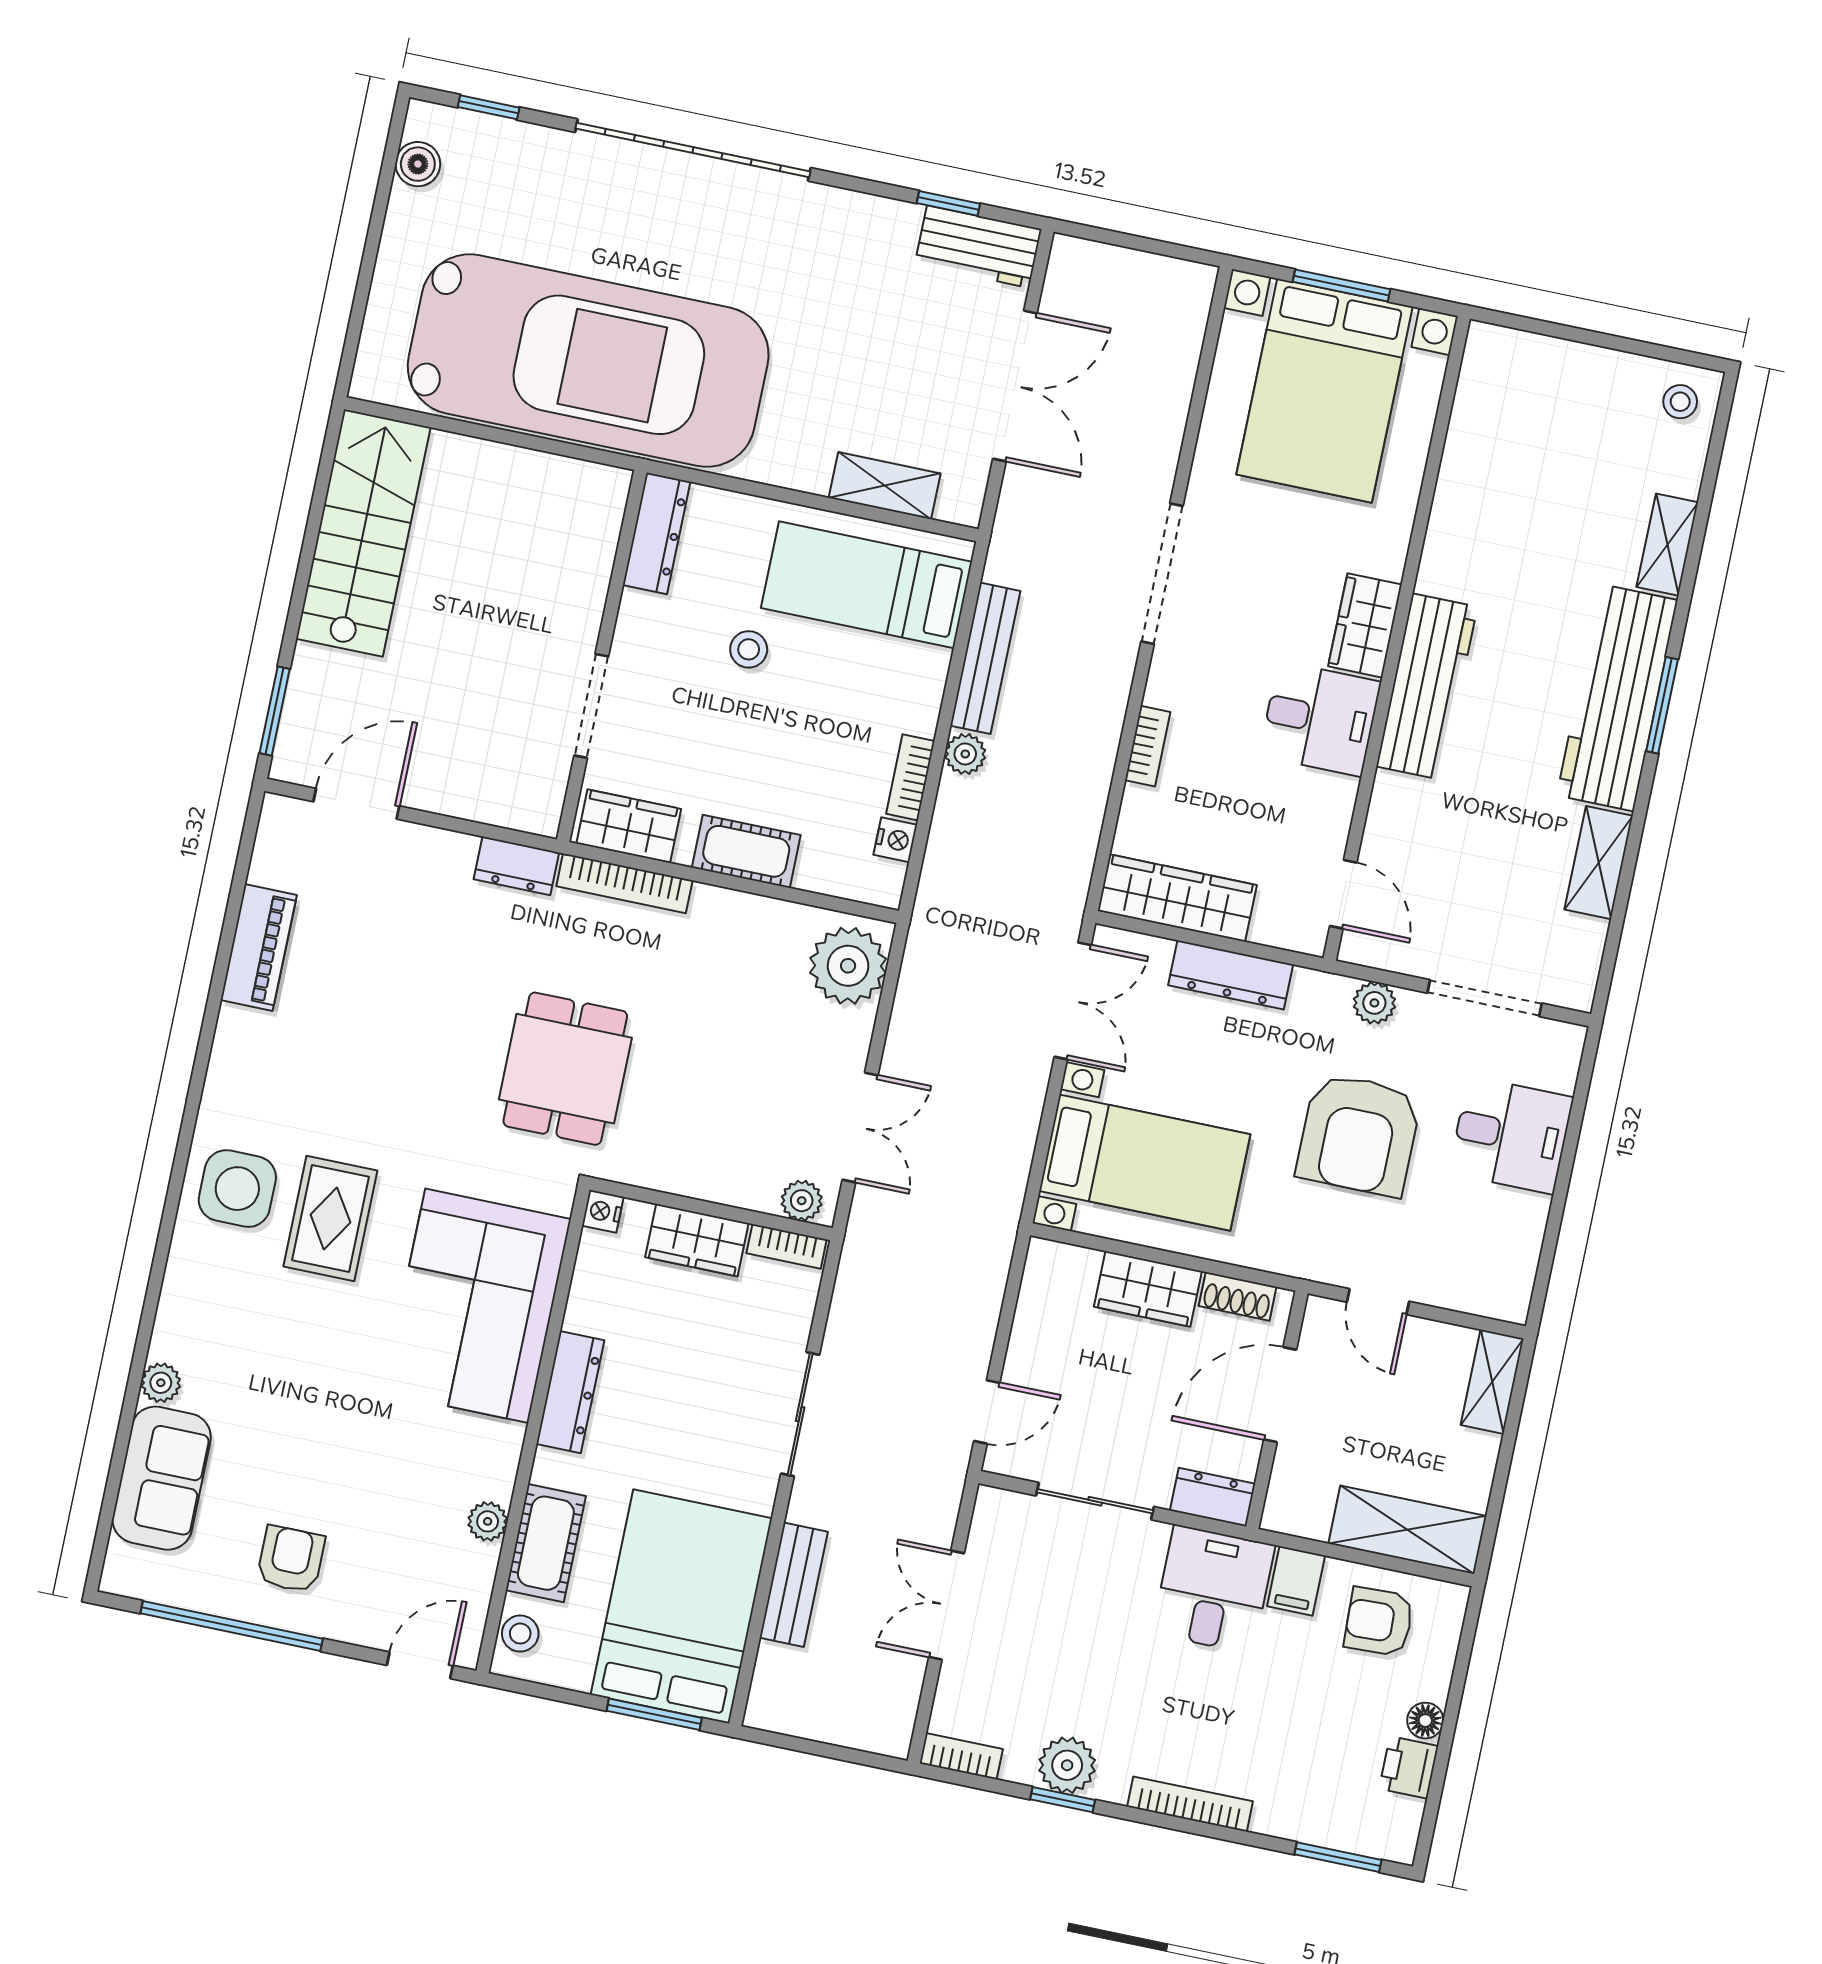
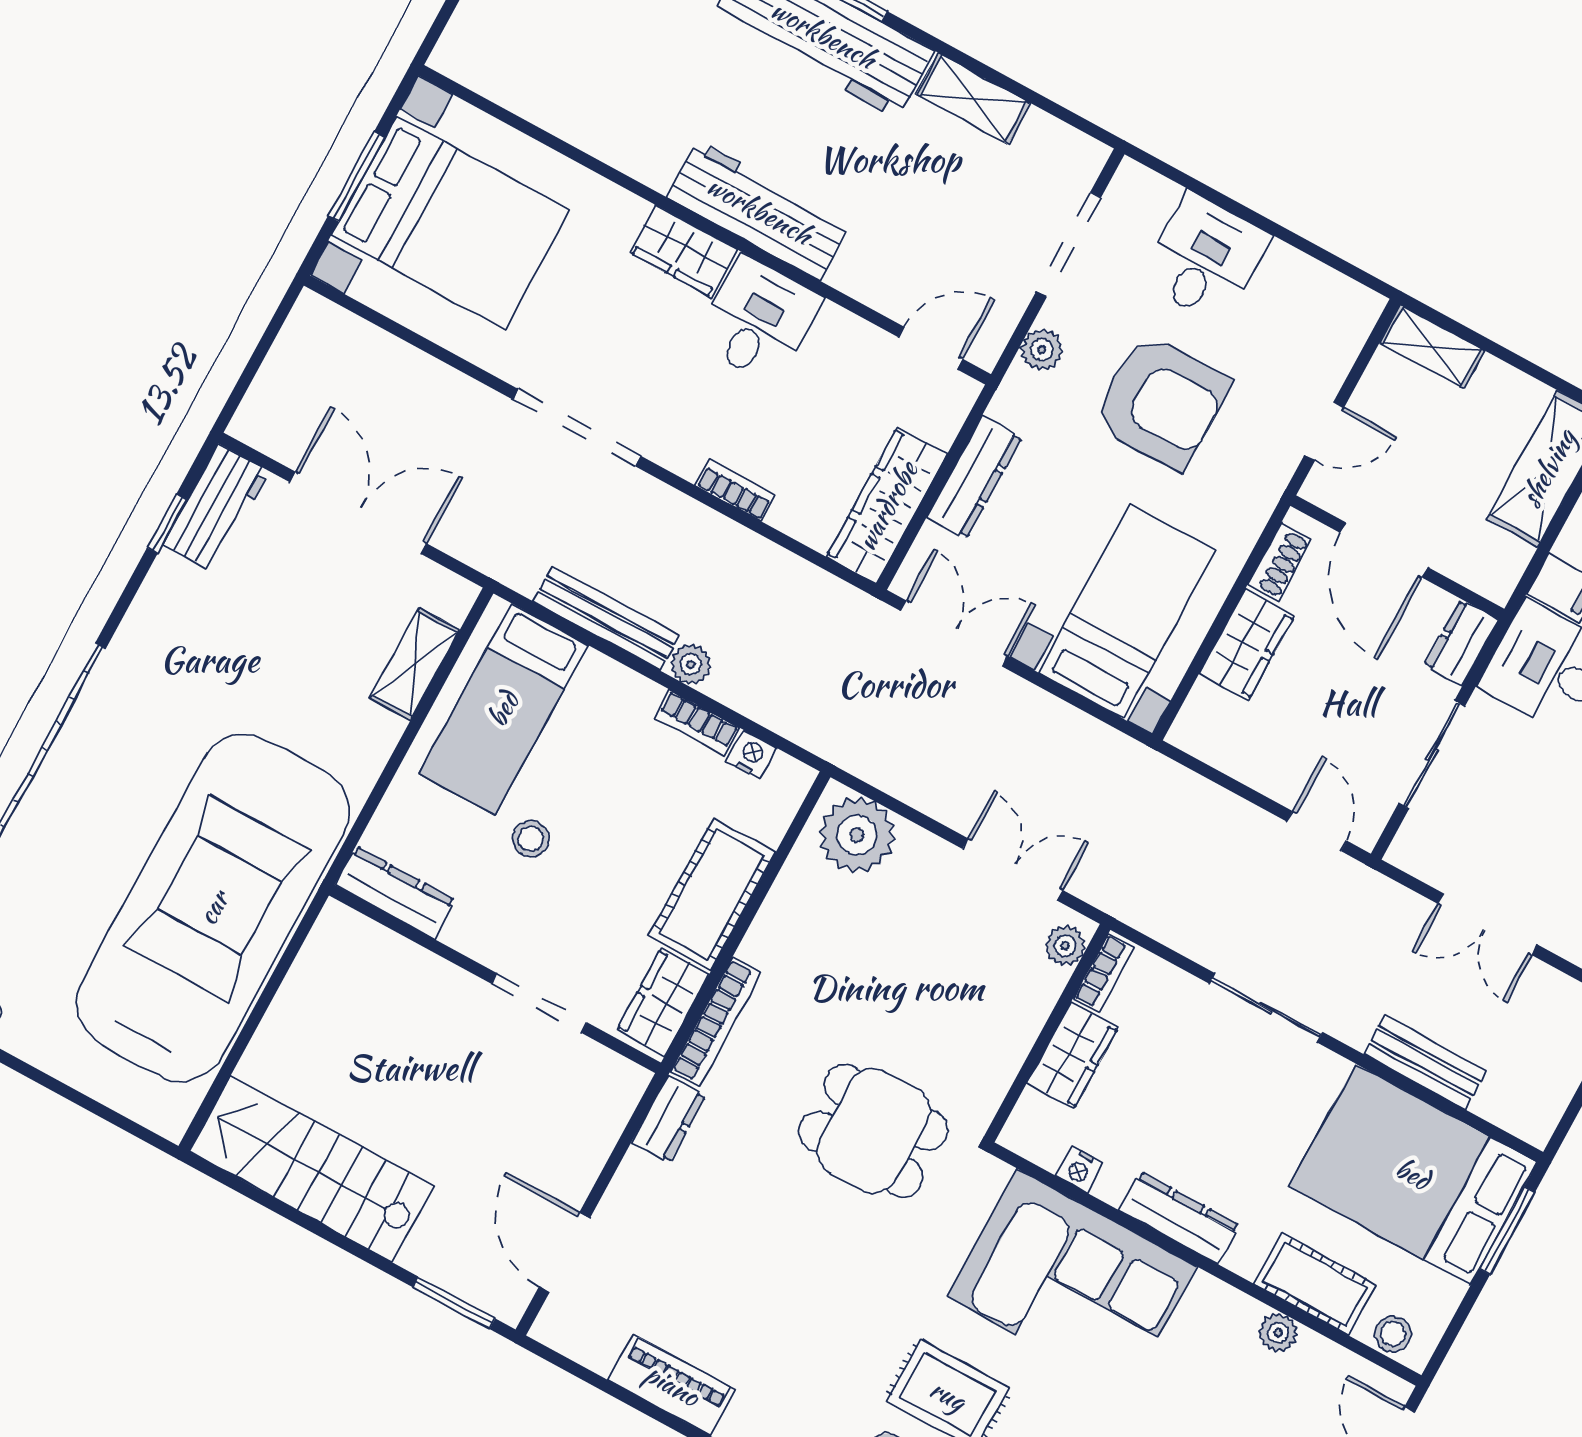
cot: (746, 851) -> (712, 894), width x1.37, depth x1.34
nightstand: (603, 1211) -> (1079, 1169), moved

